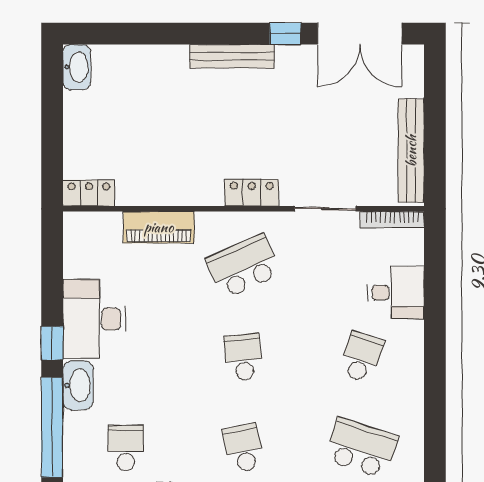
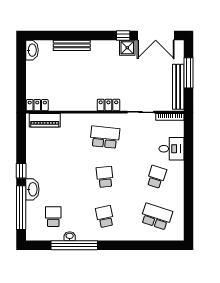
bench: (232, 56) -> (72, 45), moved
shower: (295, 62) -> (127, 48), added
window: (435, 119) -> (189, 73), added
piano: (159, 227) -> (45, 120), moved
school desk: (243, 266) -> (105, 137), turned 30
desk: (94, 319) -> (40, 160), removed

